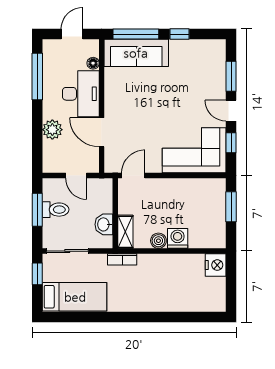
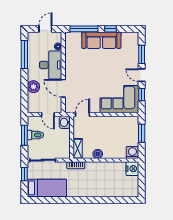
sofa: (136, 53) -> (101, 40), moved
washbasin: (104, 224) -> (65, 122), moved
washing machine: (178, 238) -> (132, 153), moved

